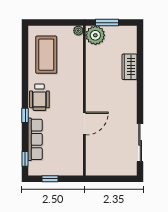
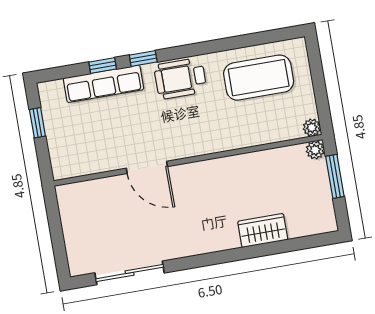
plant: (95, 35) -> (315, 150), width x0.53, depth x0.53
window: (25, 159) -> (103, 65), moved

